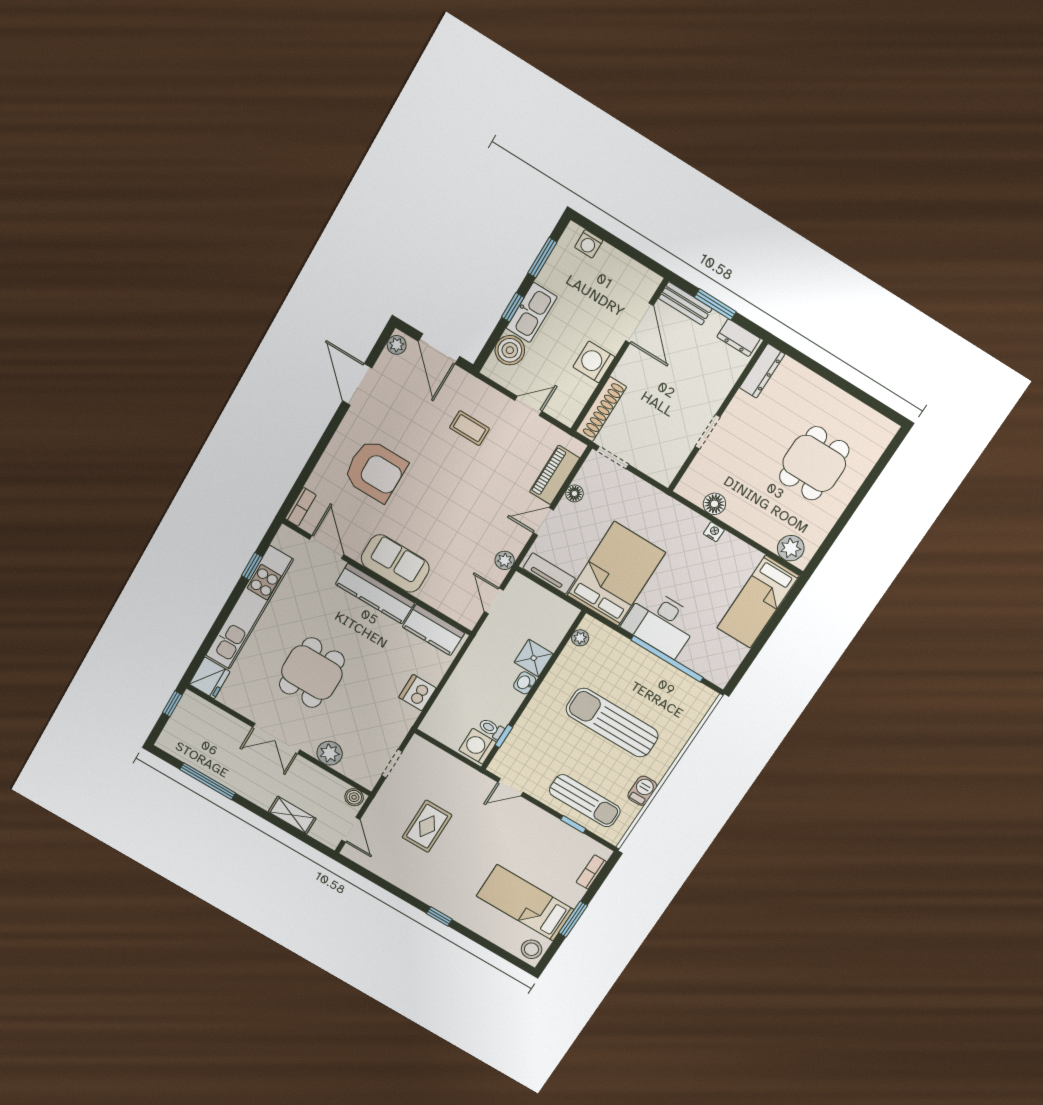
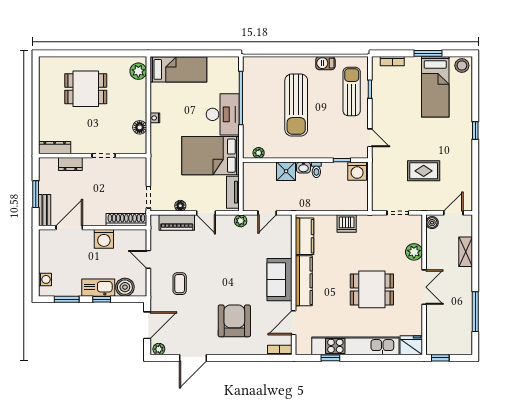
dresser: (739, 338) -> (70, 164), moved, turned 90
toilet: (491, 729) -> (316, 170), moved

